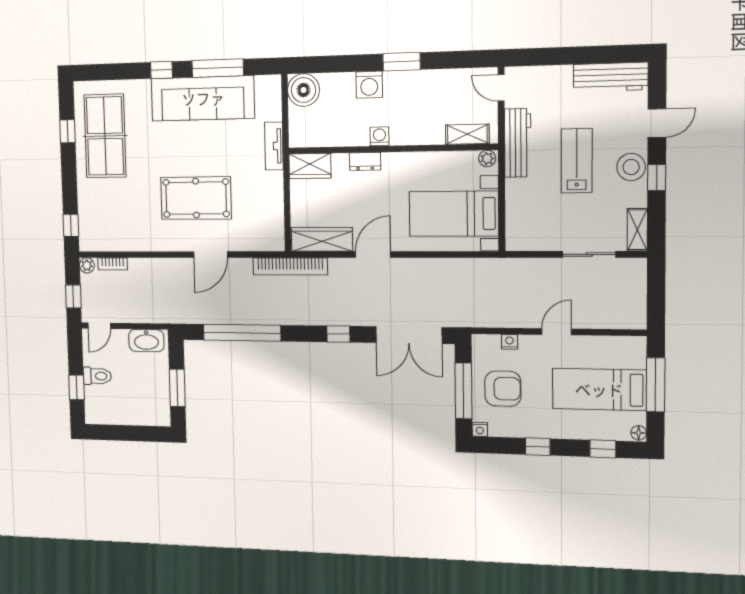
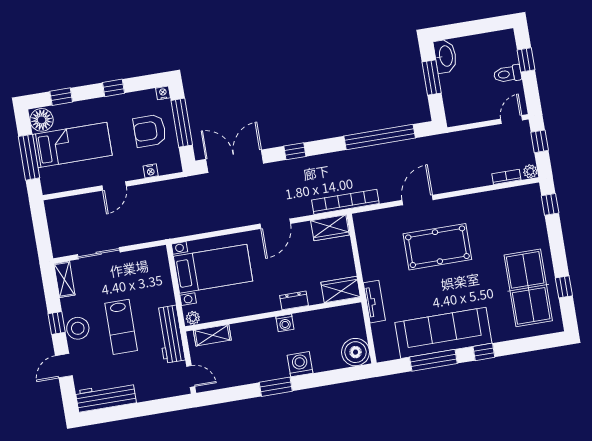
wardrobe: (322, 239) -> (330, 228), width x0.67
washbasin: (146, 341) -> (445, 56), moved, turned 90
floor lamp: (639, 433) -> (42, 120), width x1.89, depth x1.89

